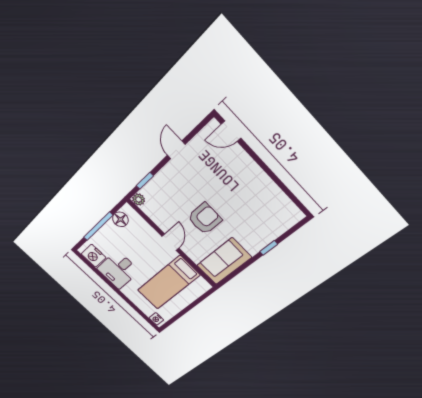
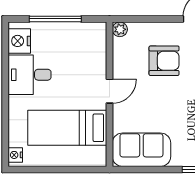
window: (145, 181) -> (142, 19), removed
floor lamp: (120, 219) -> (84, 31), removed
armchair: (205, 219) -> (164, 61), moved

